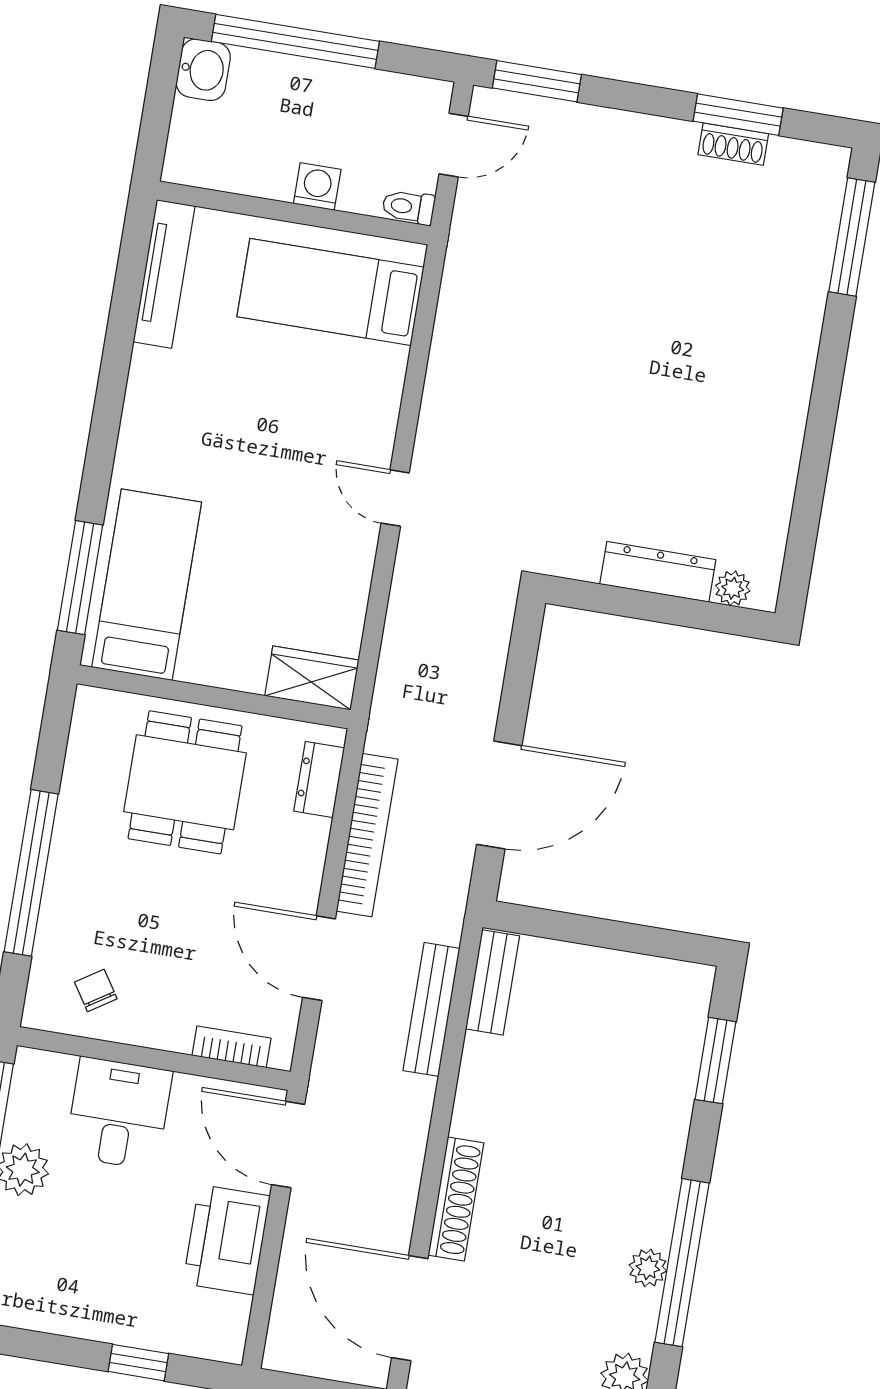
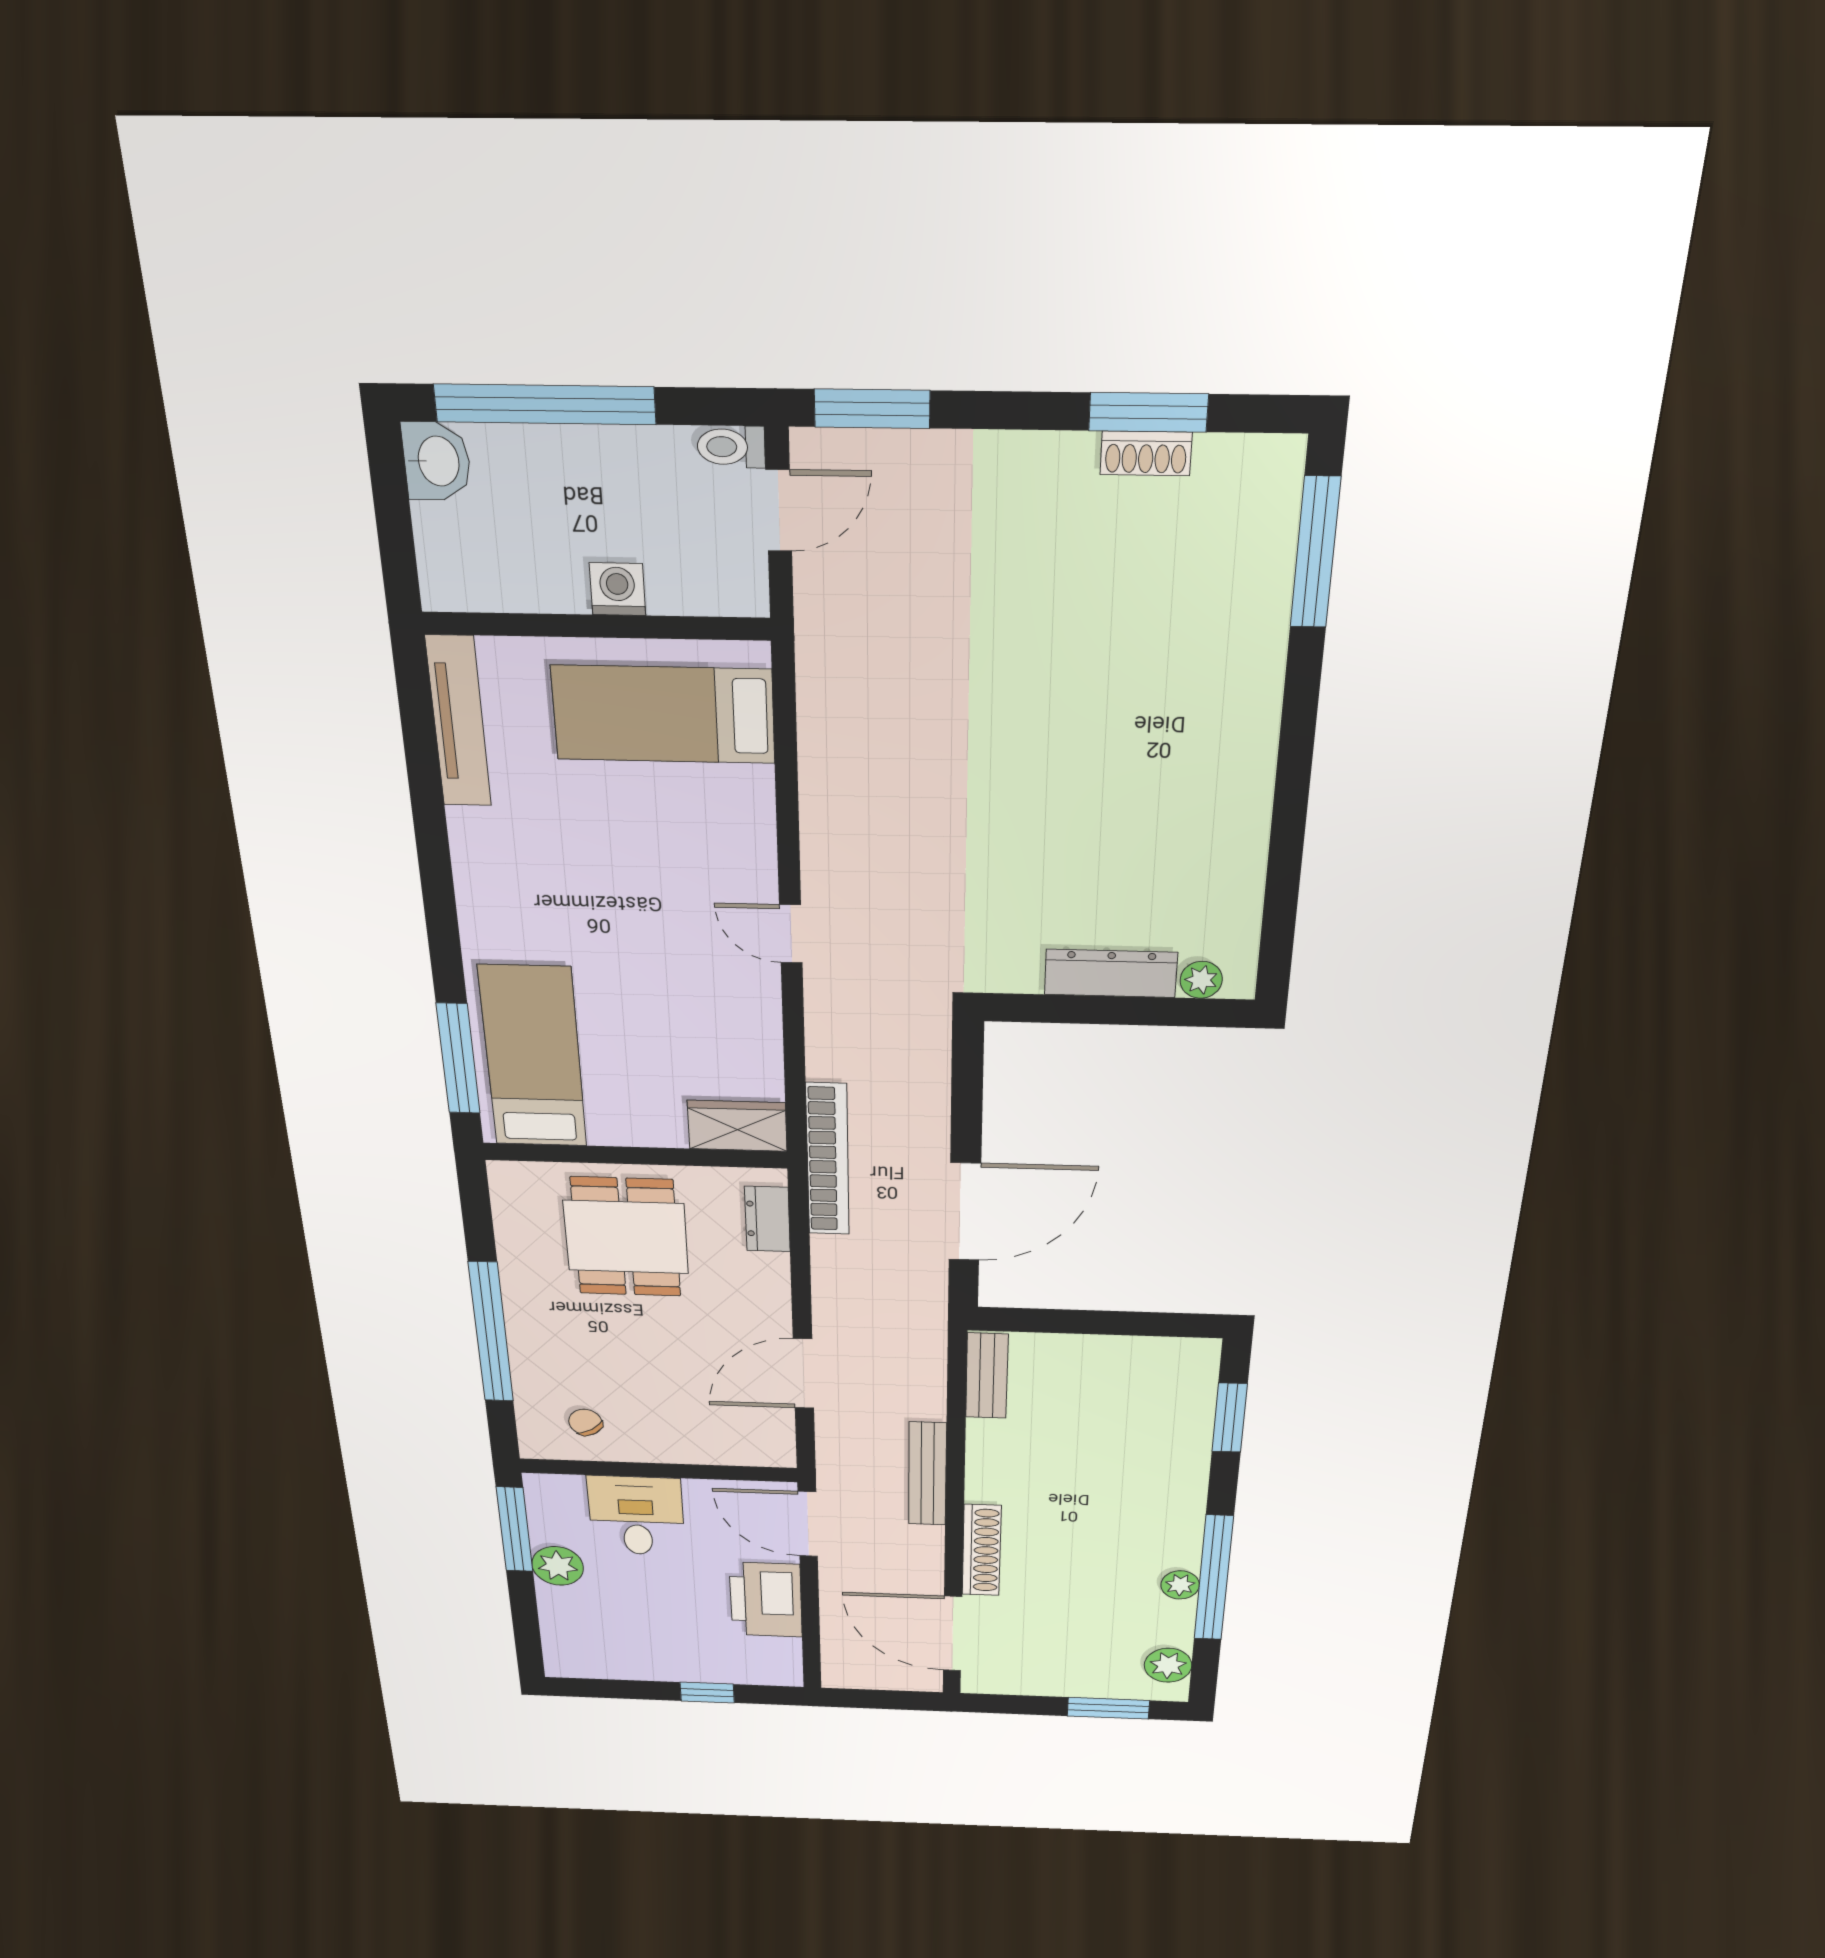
toilet: (408, 207) -> (731, 447), moved
bookcase: (367, 835) -> (828, 1160), moved
door: (319, 958) -> (803, 1374), hinge flipped
bench: (431, 1009) -> (927, 1474), moved
bookcase: (231, 1047) -> (733, 1454), removed

